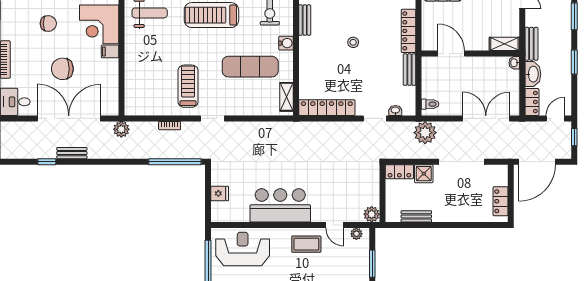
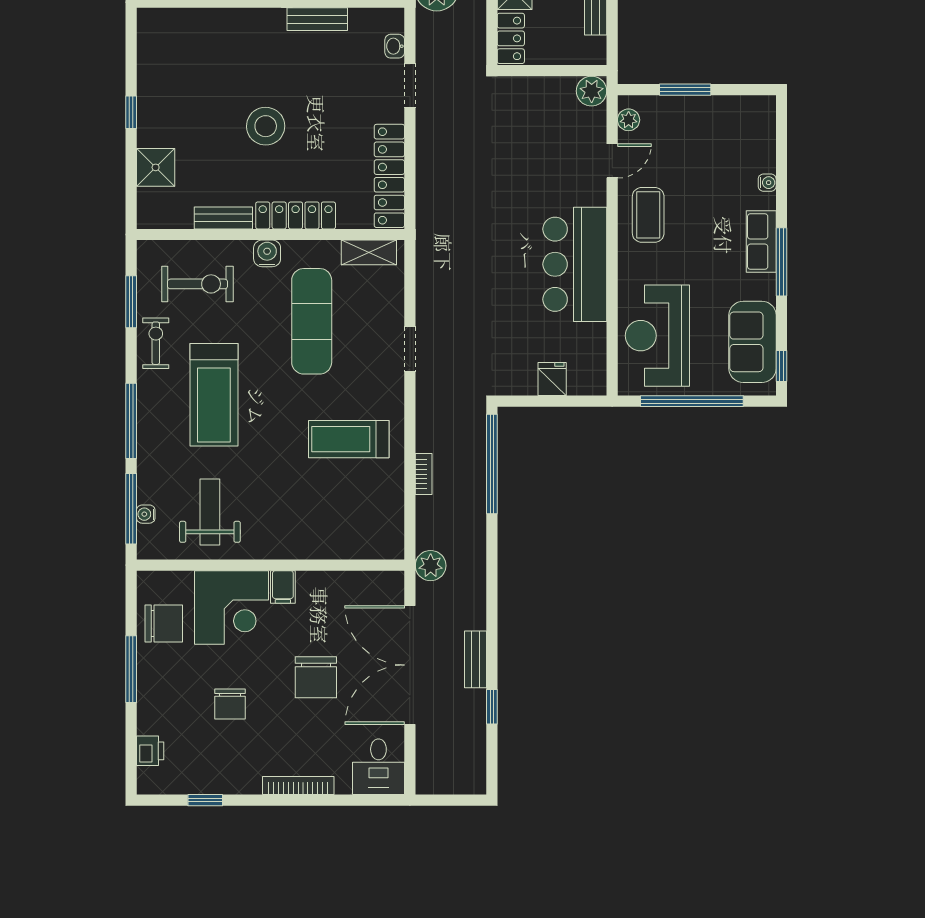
chair: (48, 24) -> (230, 704), turned 180
locker: (408, 31) -> (296, 215), moved, turned 180
stool: (353, 42) -> (266, 126), width x1.89, depth x1.89
doorway: (213, 118) -> (410, 349), moved

